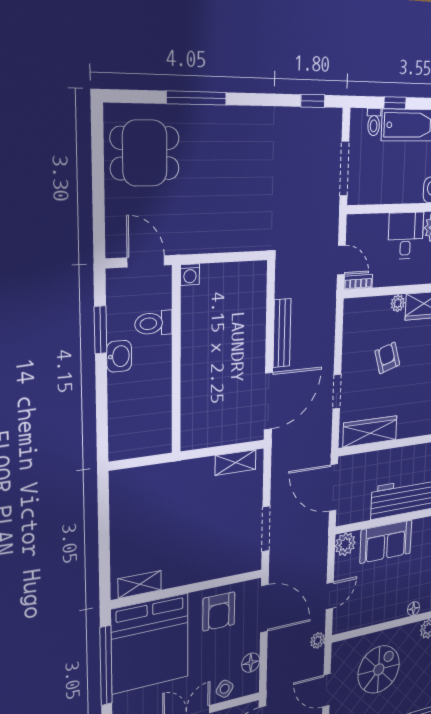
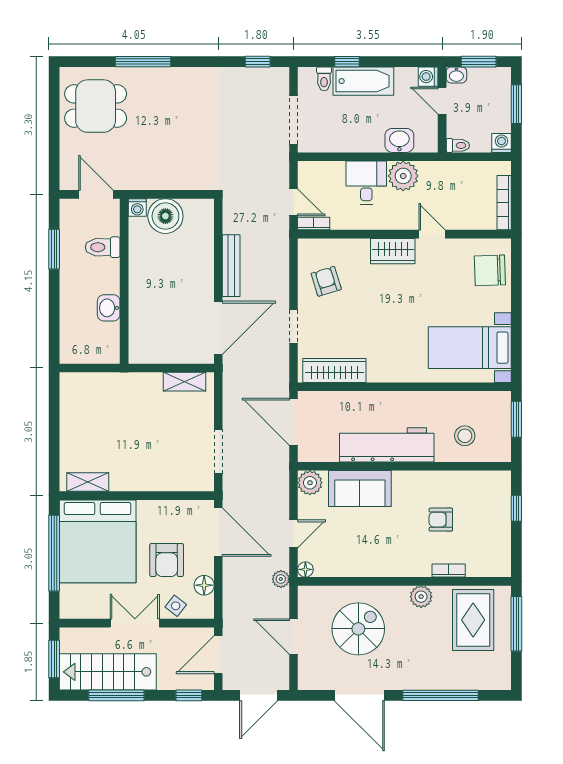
boiler: (219, 283) -> (165, 216), added
plant: (398, 303) -> (361, 247), removed
washbasin: (119, 356) -> (109, 308), moved, turned 180
armchair: (387, 358) -> (326, 281), moved
floor lamp: (414, 609) -> (305, 569), moved
armchair: (219, 611) -> (167, 560), moved

